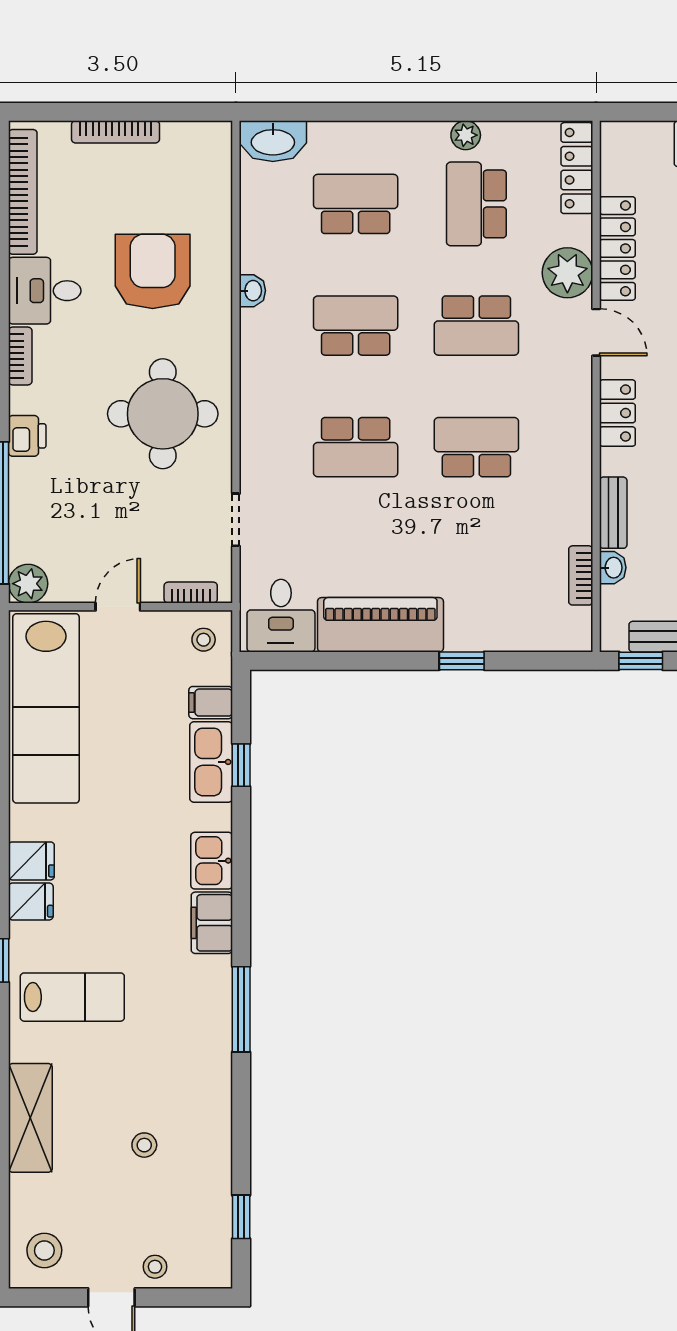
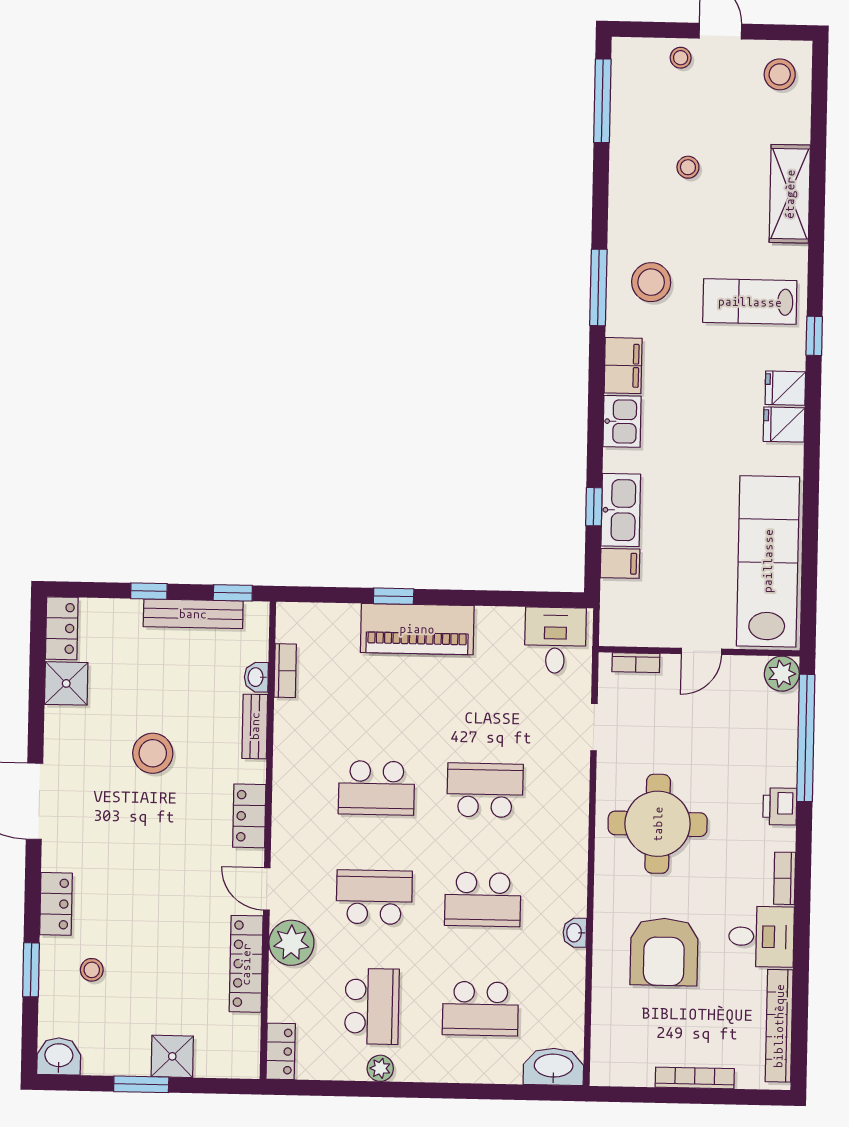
locker: (577, 168) -> (281, 1051), width x0.66
piano: (380, 625) -> (417, 629), moved
stool: (204, 640) -> (651, 282), moved, width x1.89, depth x1.89
window: (241, 1217) -> (602, 101), width x2.17

